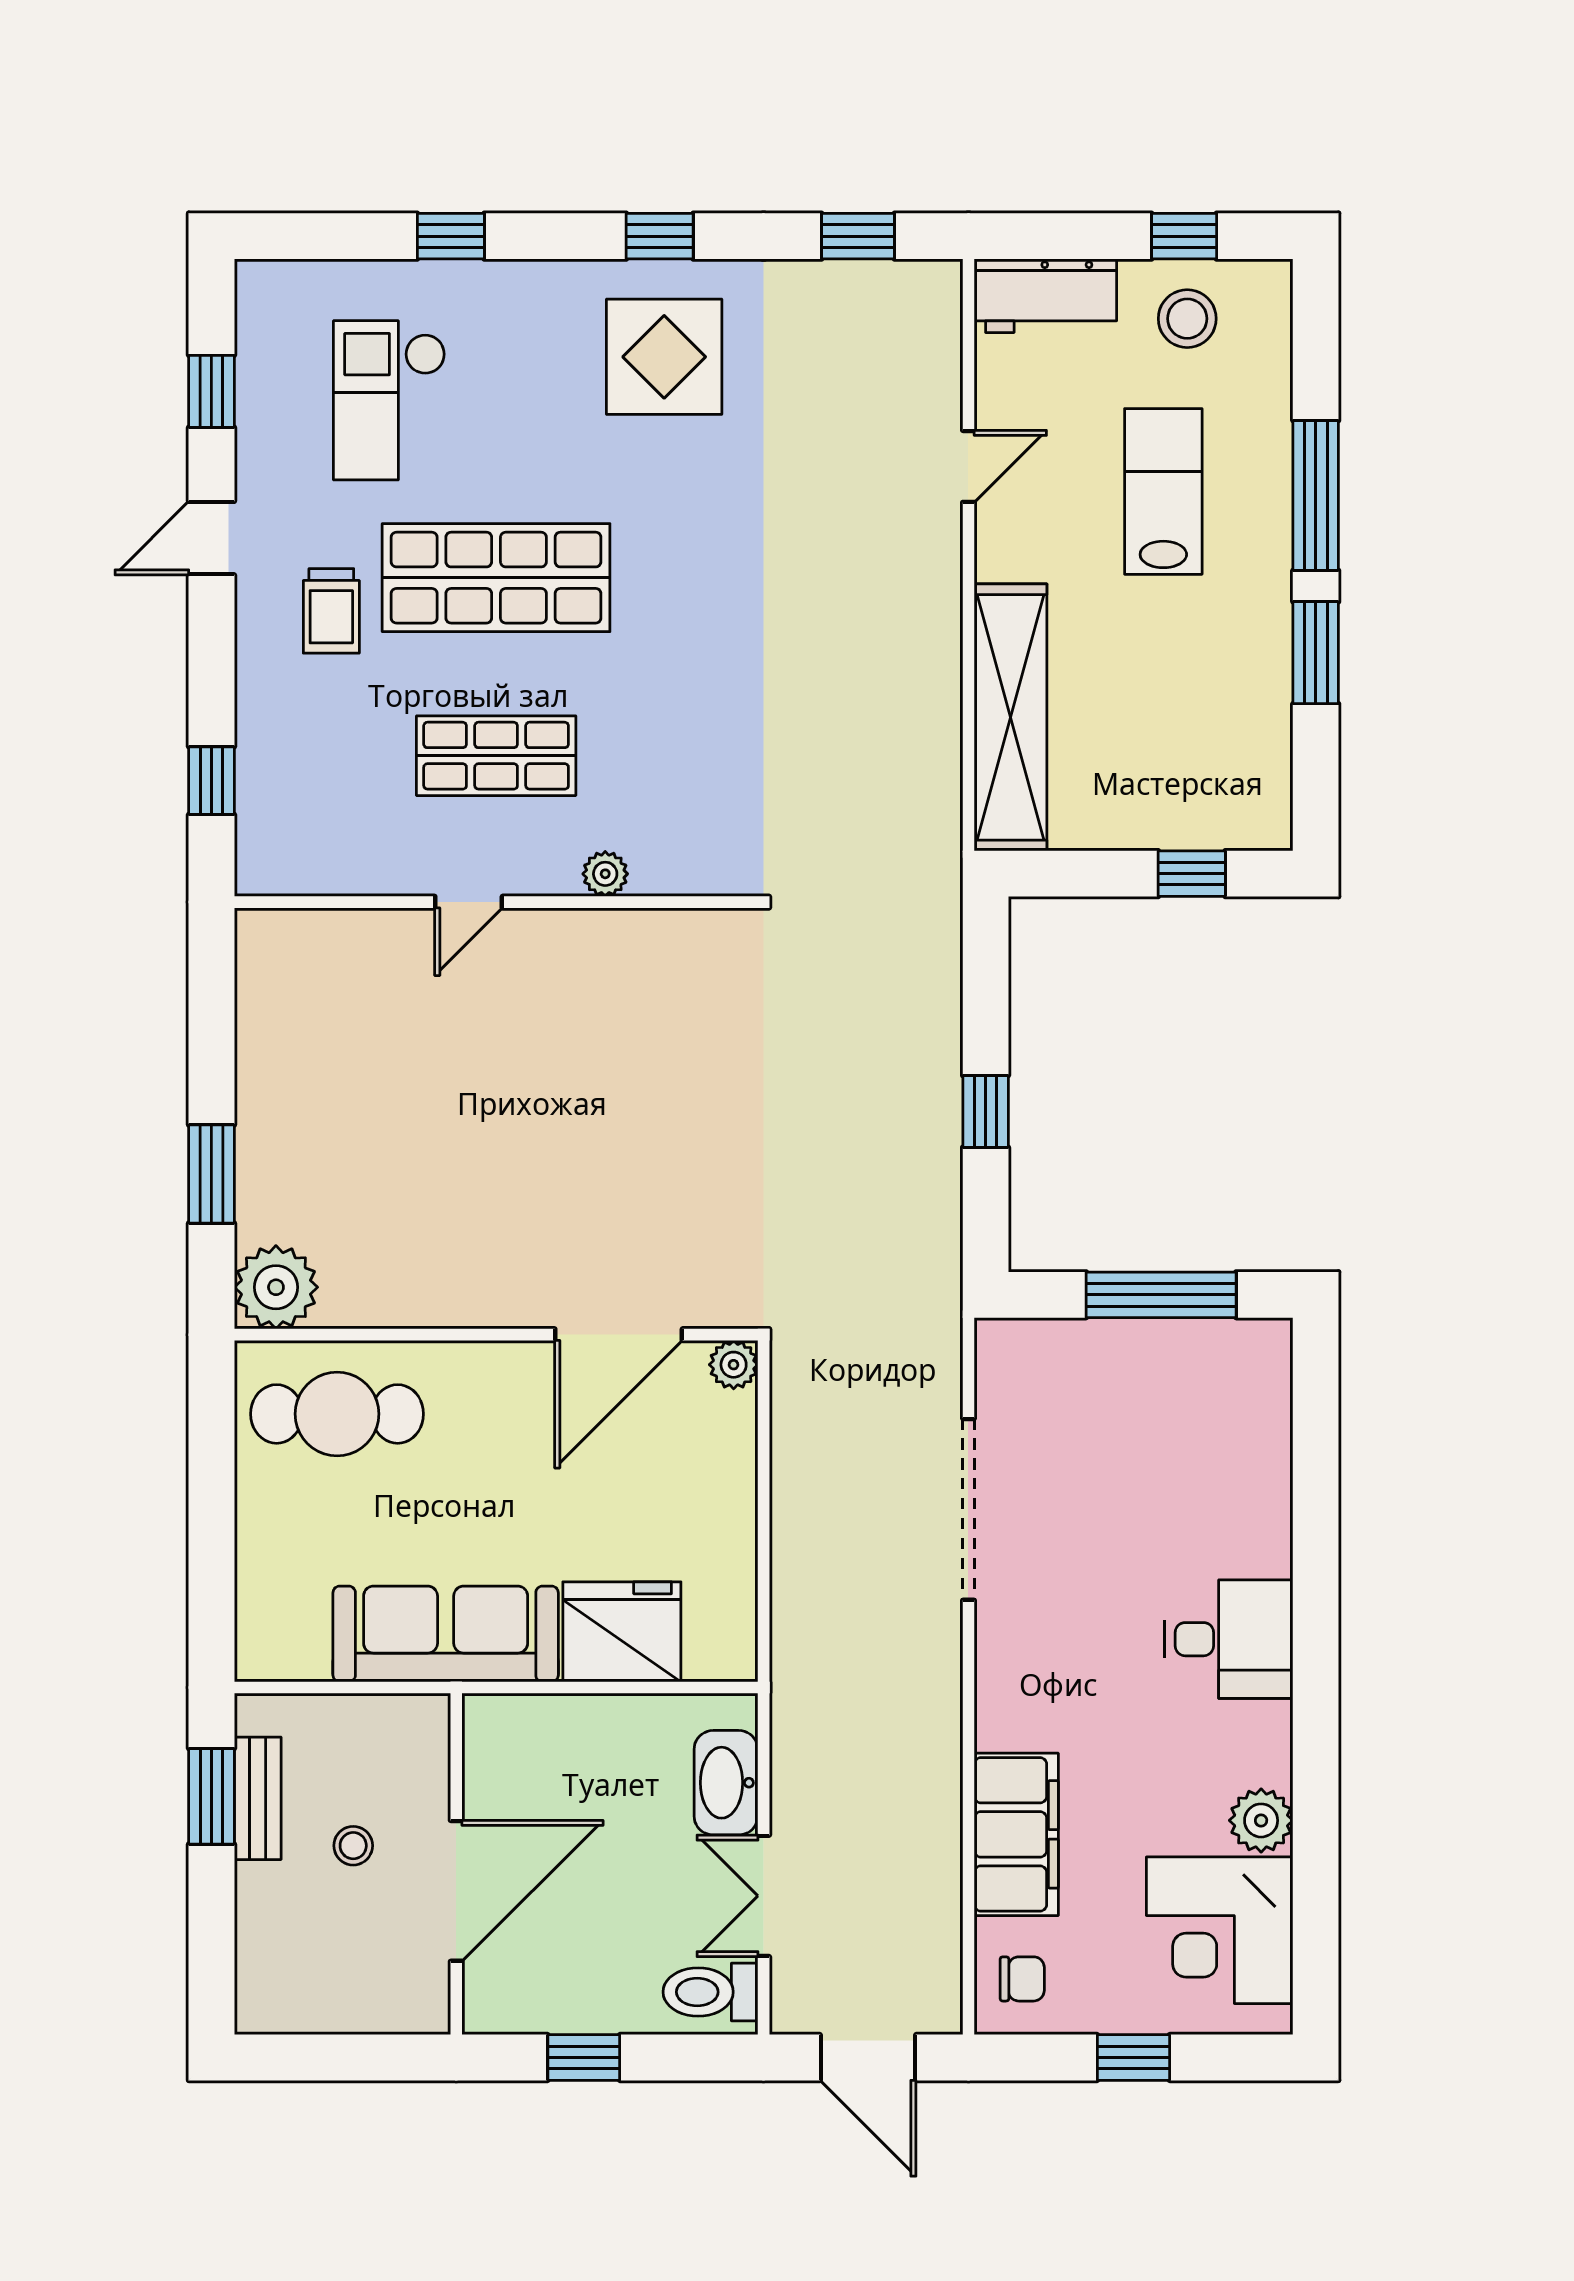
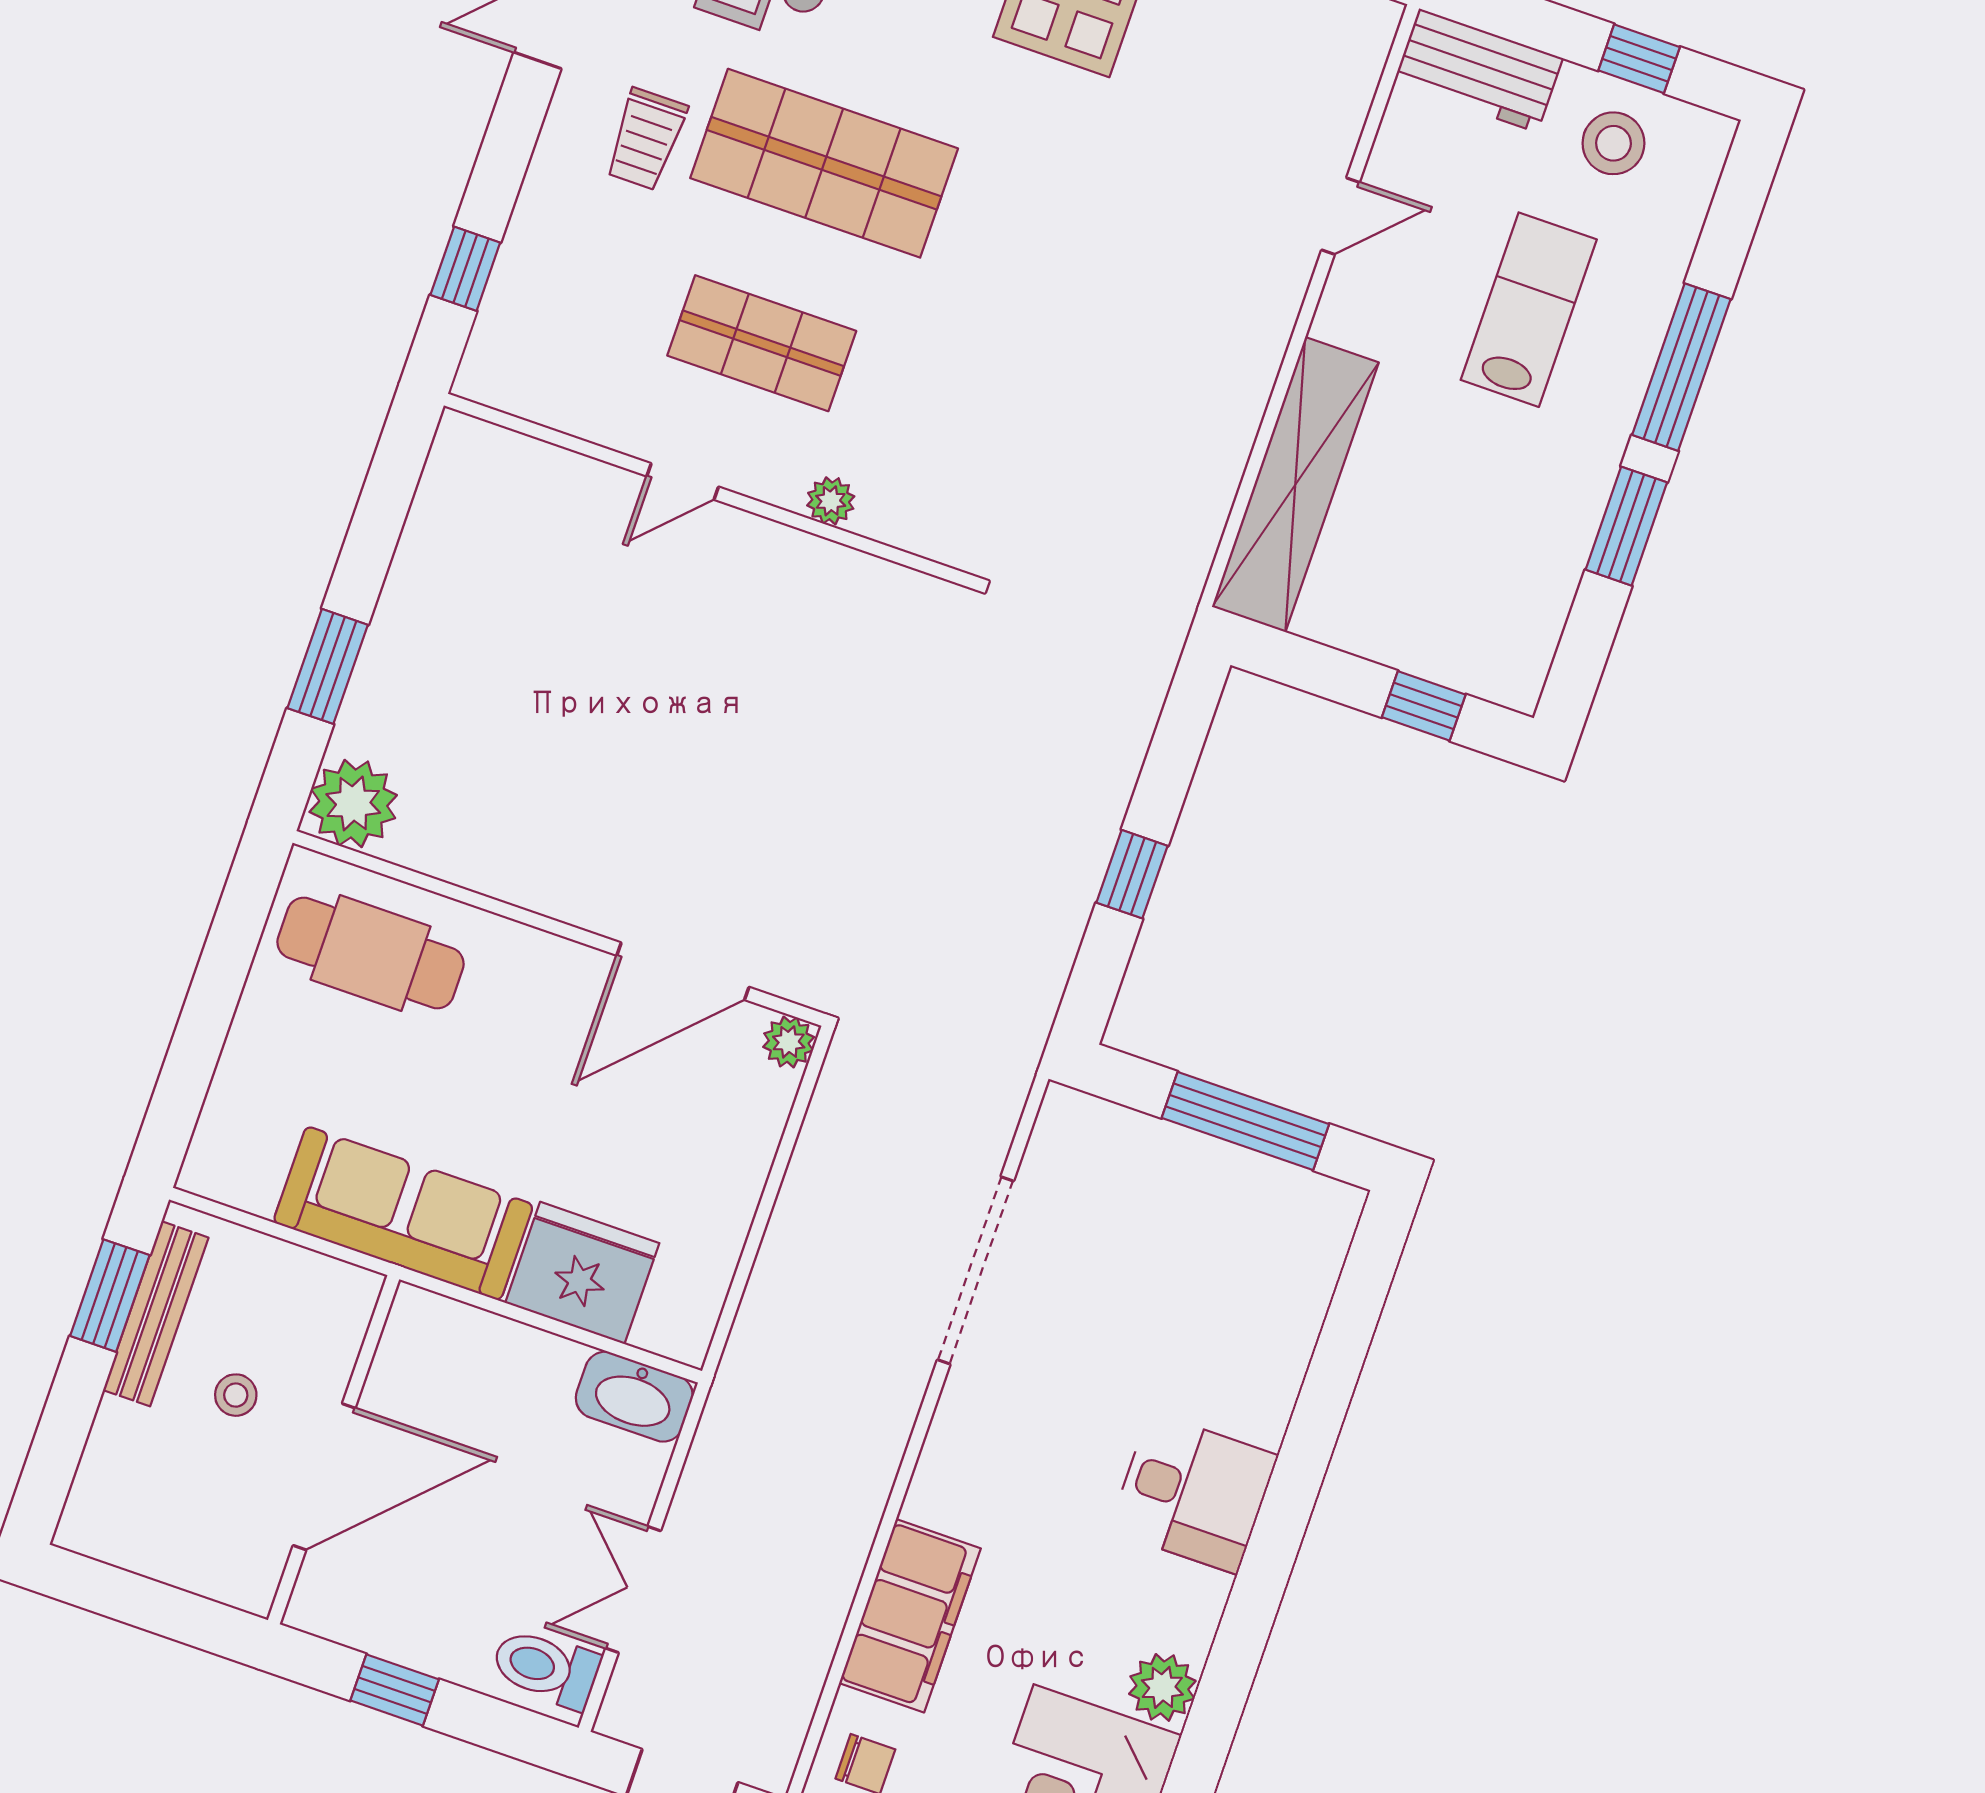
washbasin: (726, 1783) -> (634, 1397), moved, turned -90
bench: (258, 1798) -> (156, 1314), width x1.36

